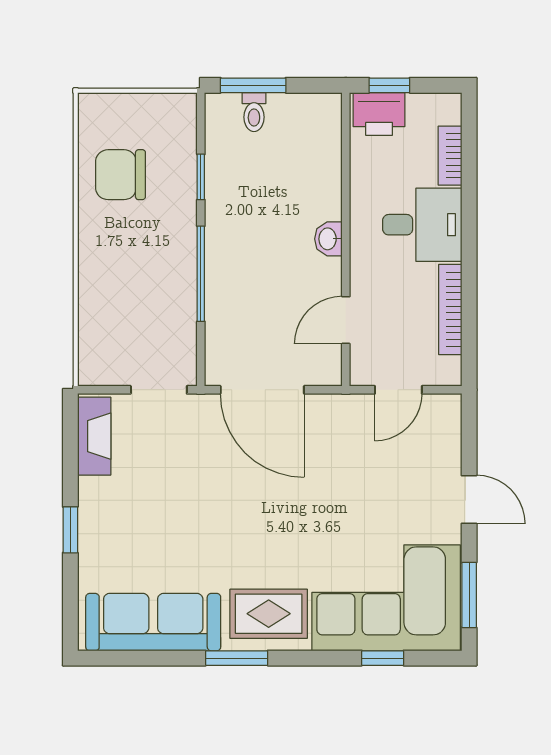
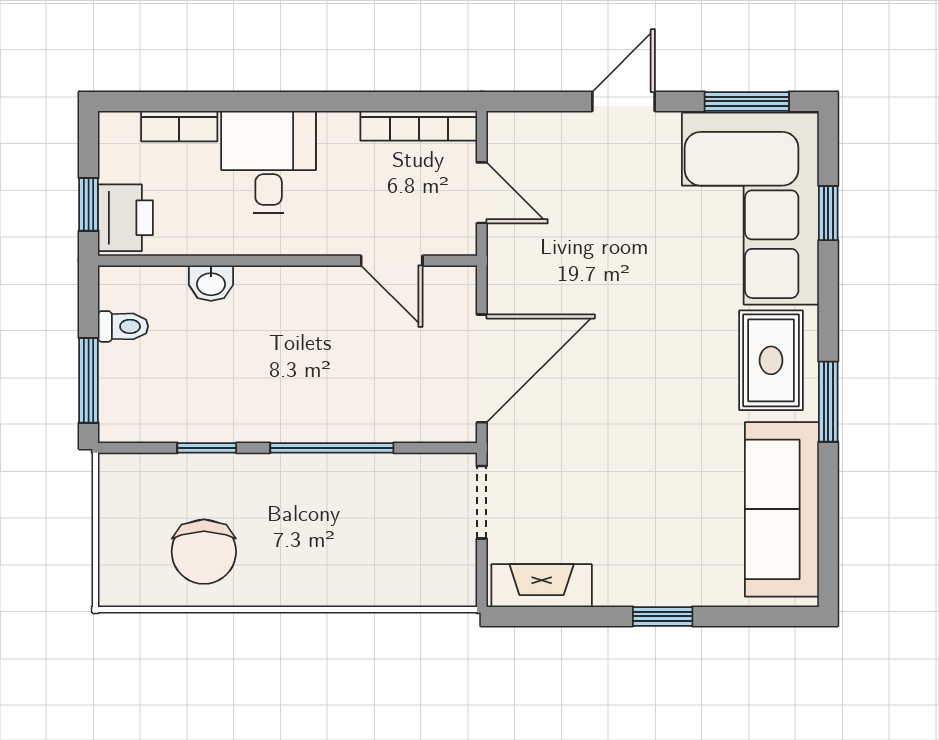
toilet: (254, 112) -> (123, 326), moved
washbasin: (328, 239) -> (211, 283), moved
bookcase: (450, 310) -> (419, 126), moved

